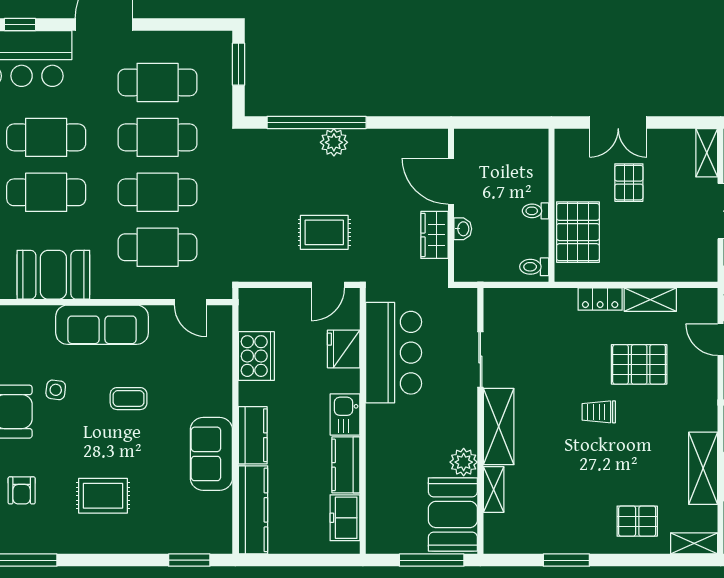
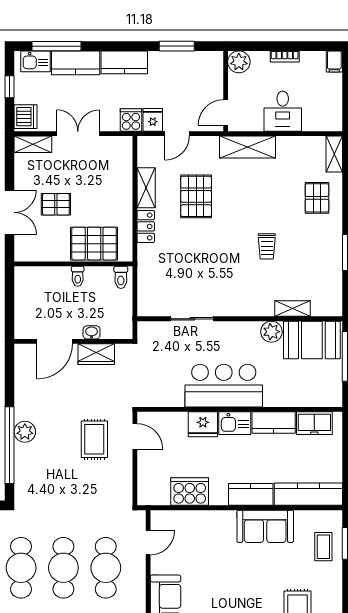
fridge: (344, 349) -> (203, 424), moved
bar counter: (394, 353) -> (224, 386), moved
coffee table: (129, 399) -> (323, 547), moved
trolley: (599, 412) -> (267, 246), moved
shelving: (499, 427) -> (244, 305), removed
shelving: (703, 468) -> (247, 147), moved

